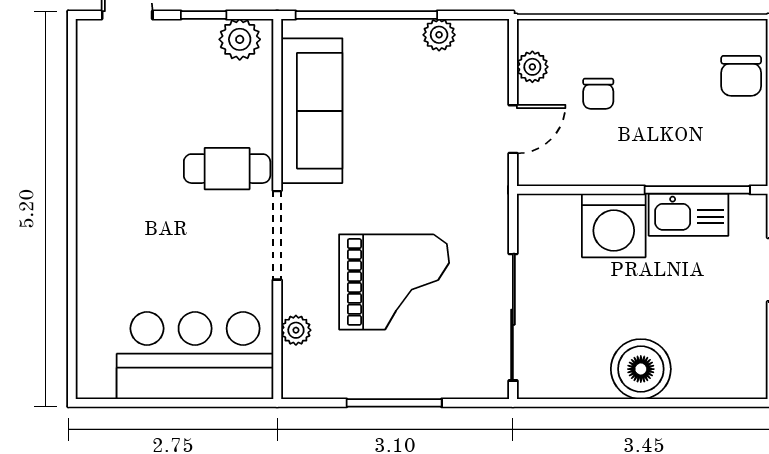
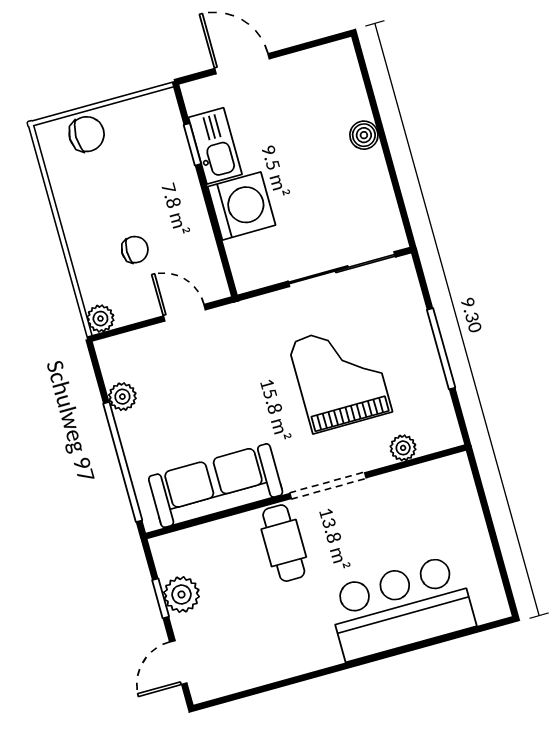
plant: (240, 39) -> (182, 594), moved
plant: (532, 67) -> (100, 319), moved
window: (697, 190) -> (192, 144), width x0.46
bar counter: (195, 355) -> (401, 608), moved, turned 90
boiler: (641, 369) -> (364, 135), width x0.54, depth x0.54

